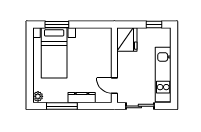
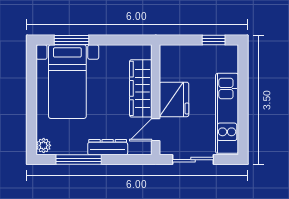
fridge: (127, 39) -> (174, 99), moved
wardrobe: (104, 57) -> (141, 88), added
door: (114, 86) -> (156, 130), hinge flipped

